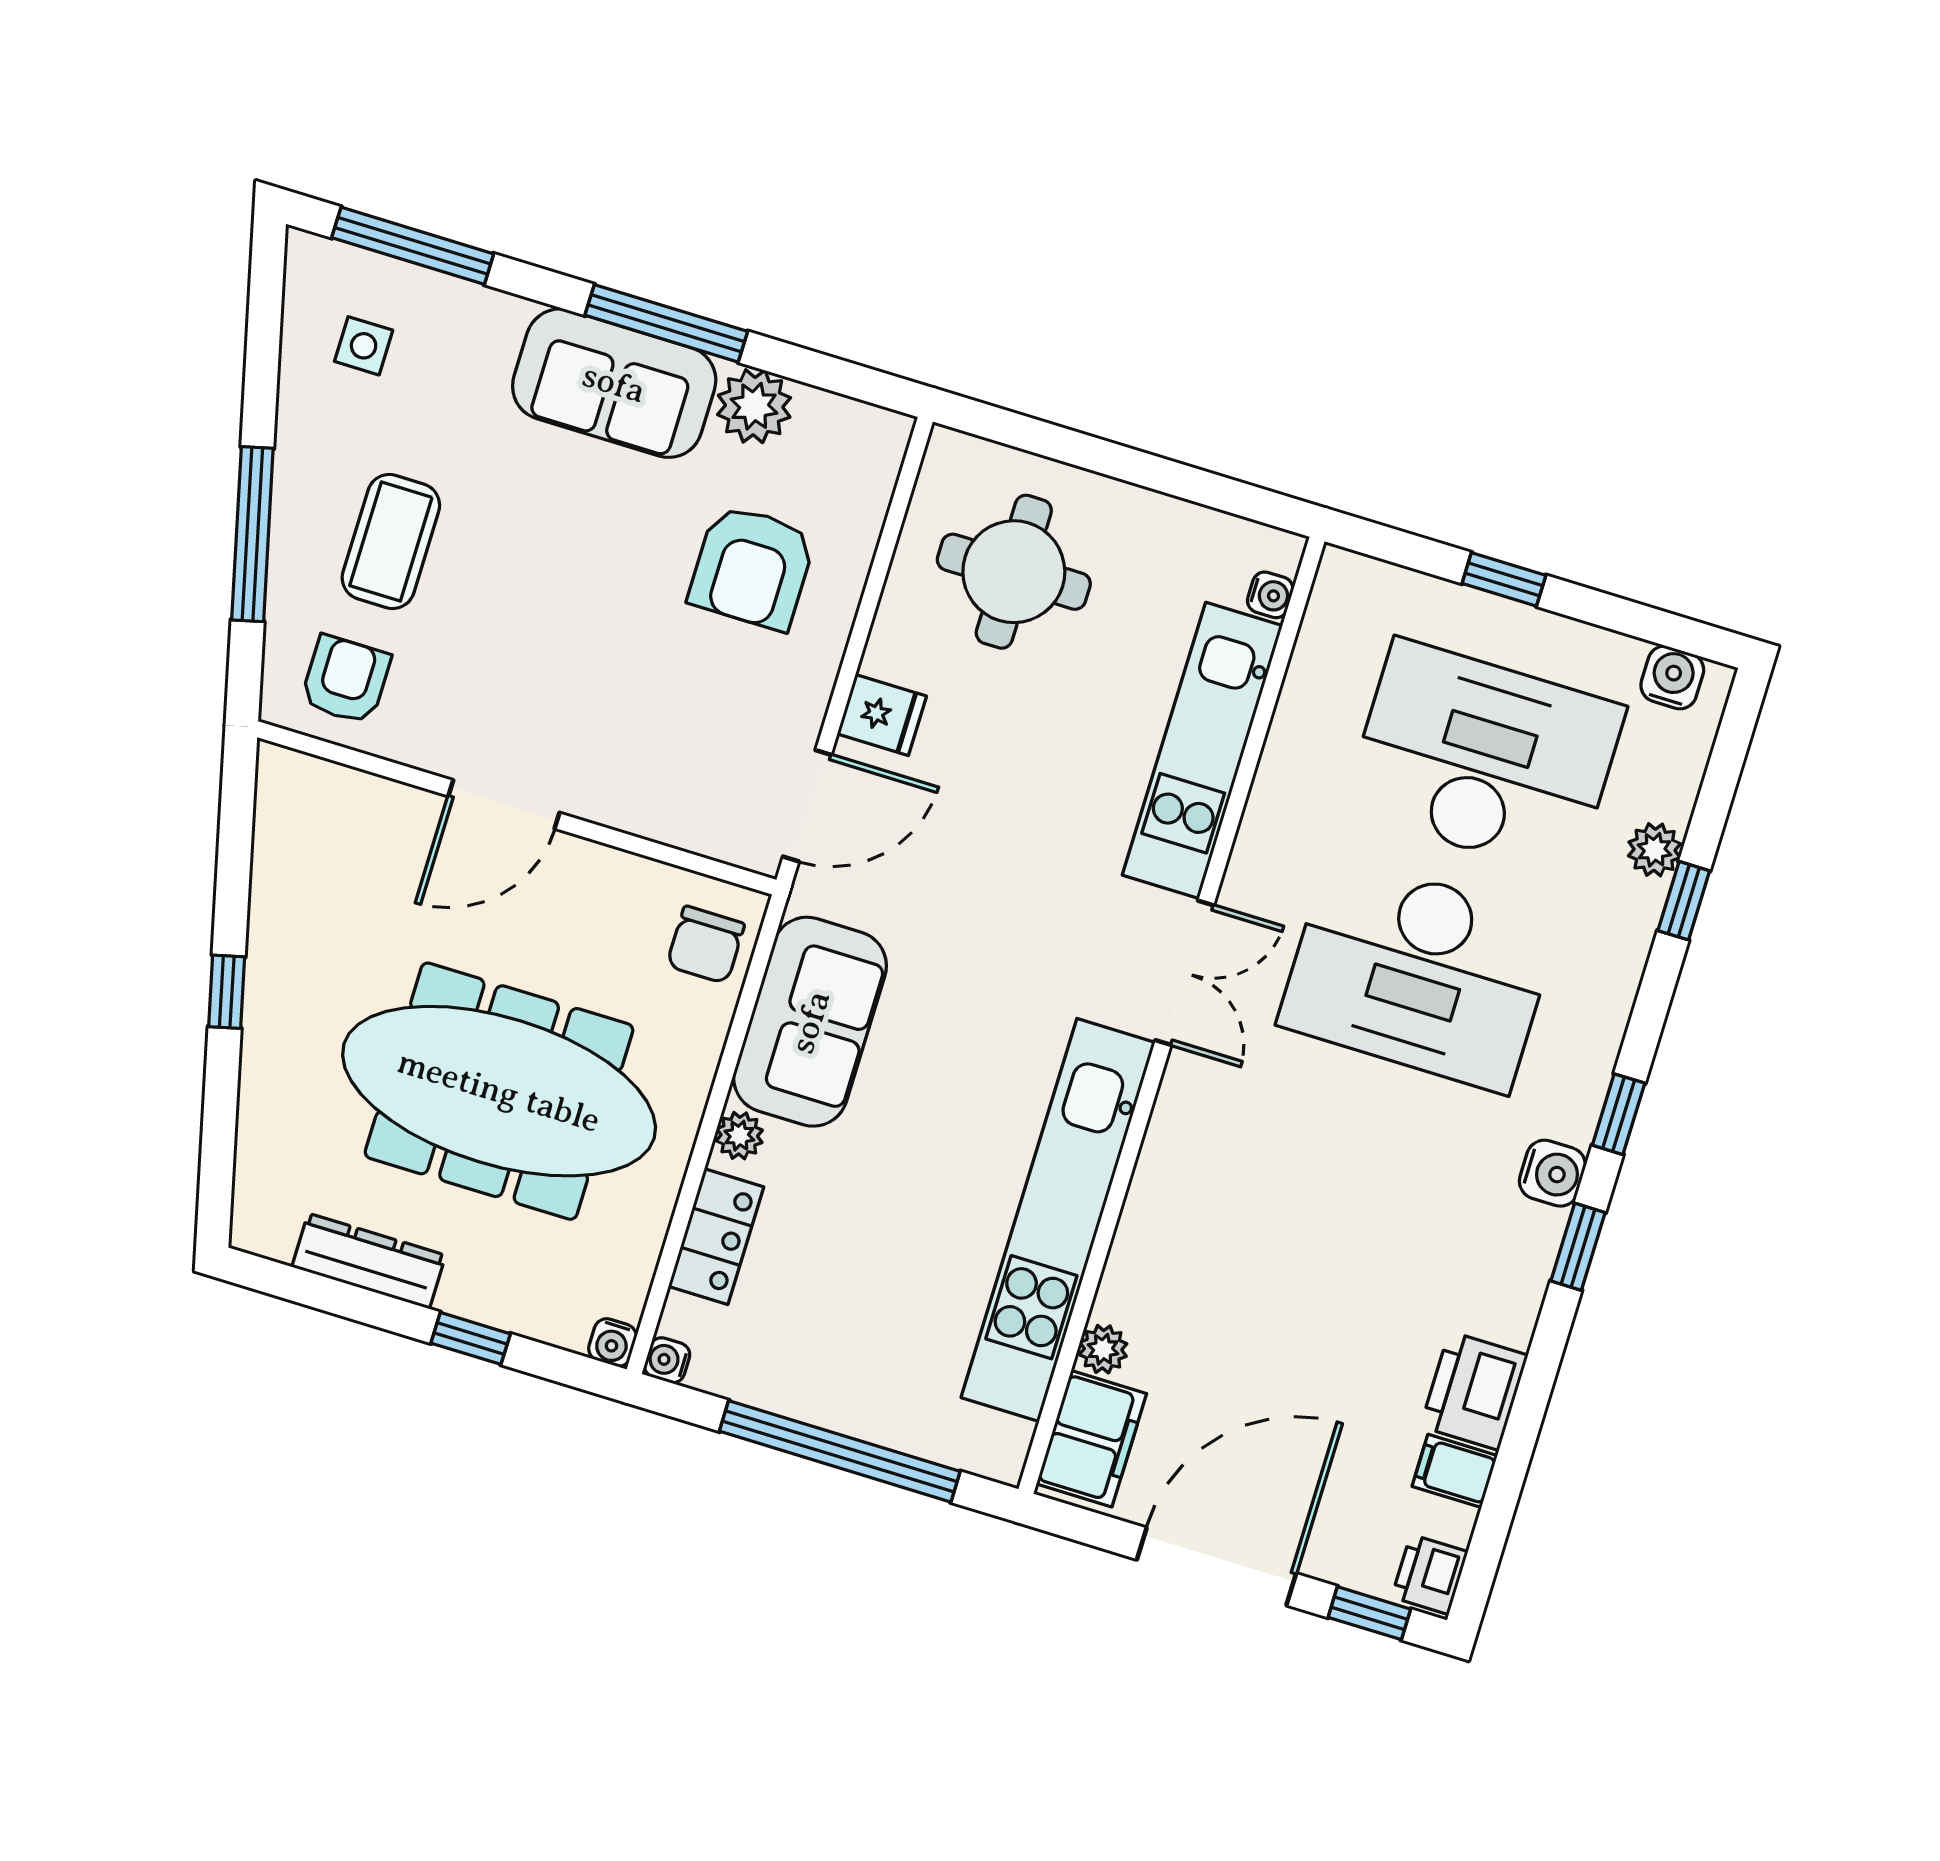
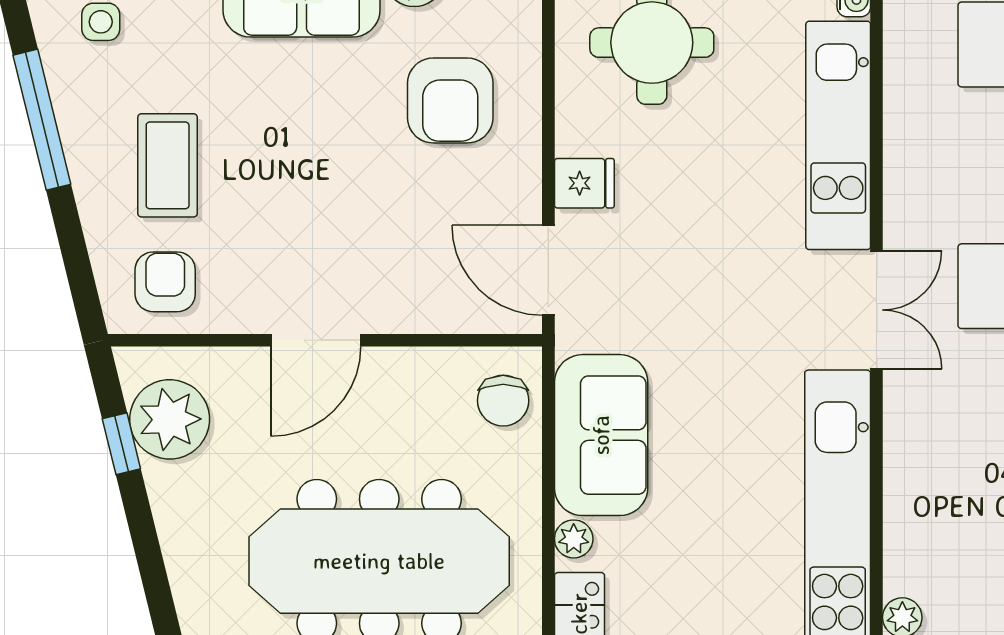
window: (252, 534) -> (42, 120), moved
door: (807, 806) -> (548, 270), swing flipped
plant: (301, 845) -> (170, 419), added
window: (227, 992) -> (121, 444), moved

